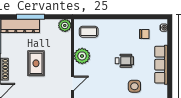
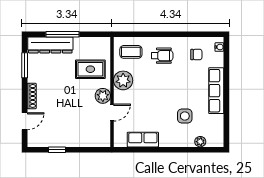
plant: (65, 25) -> (103, 96), moved
wheelchair: (124, 61) -> (162, 56), moved
rug: (36, 63) -> (90, 69), moved, turned 90

